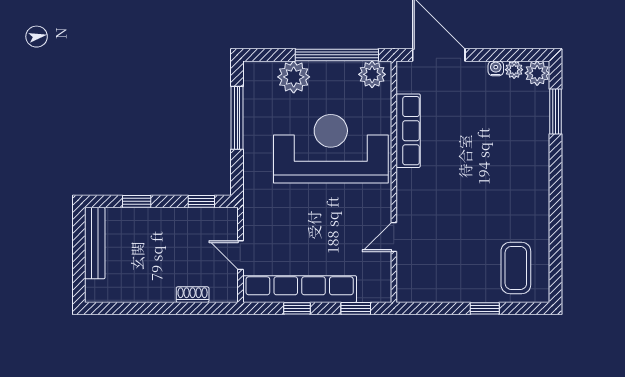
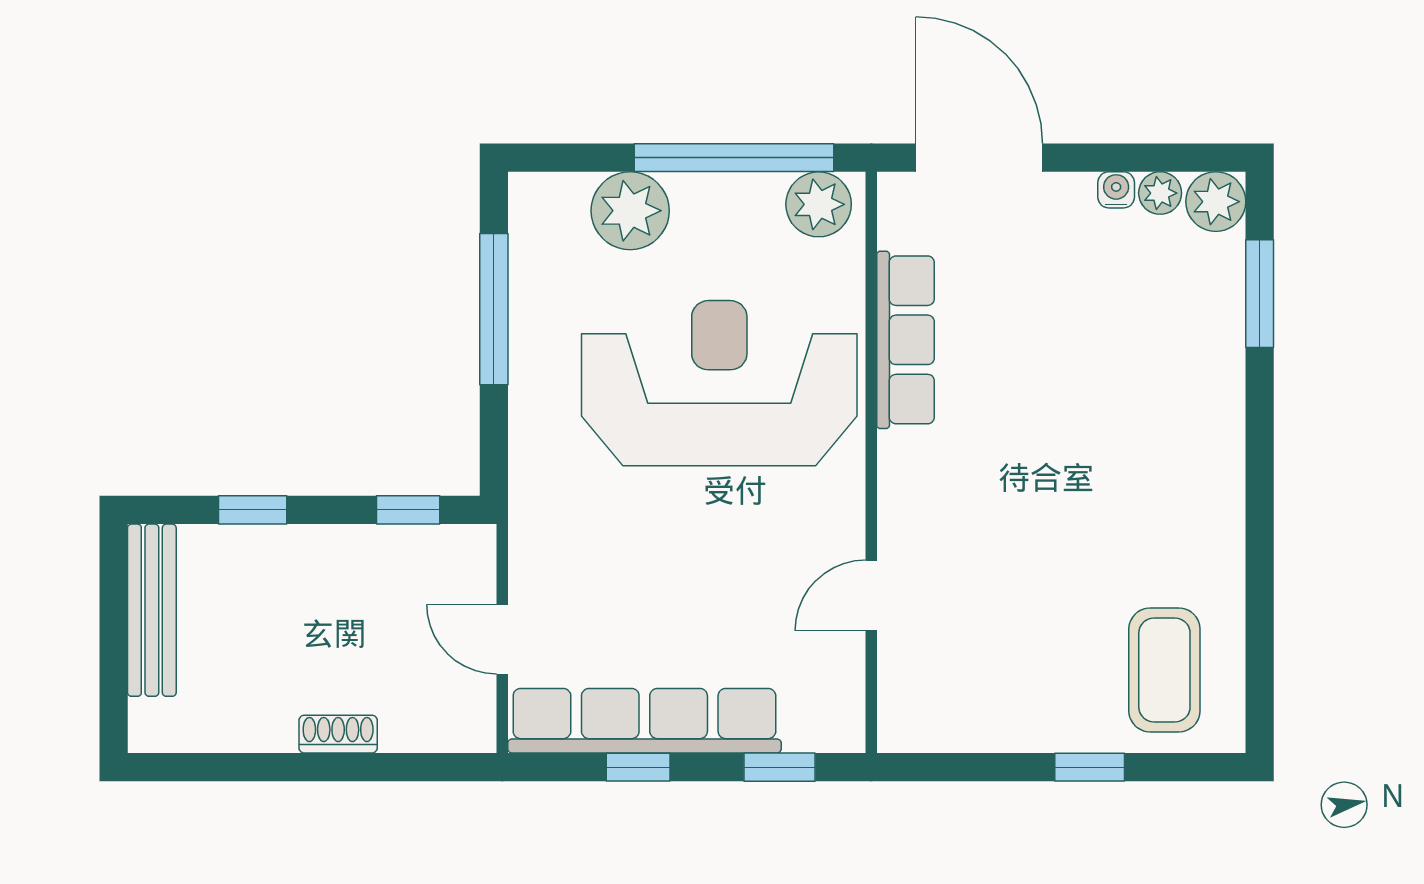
shoe rack: (193, 295) -> (338, 734), moved

